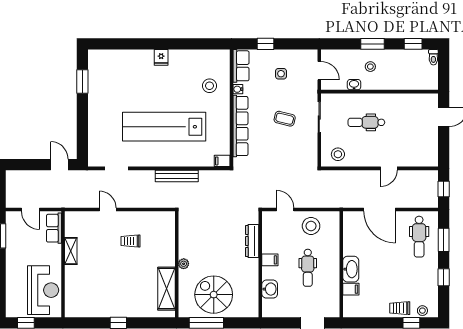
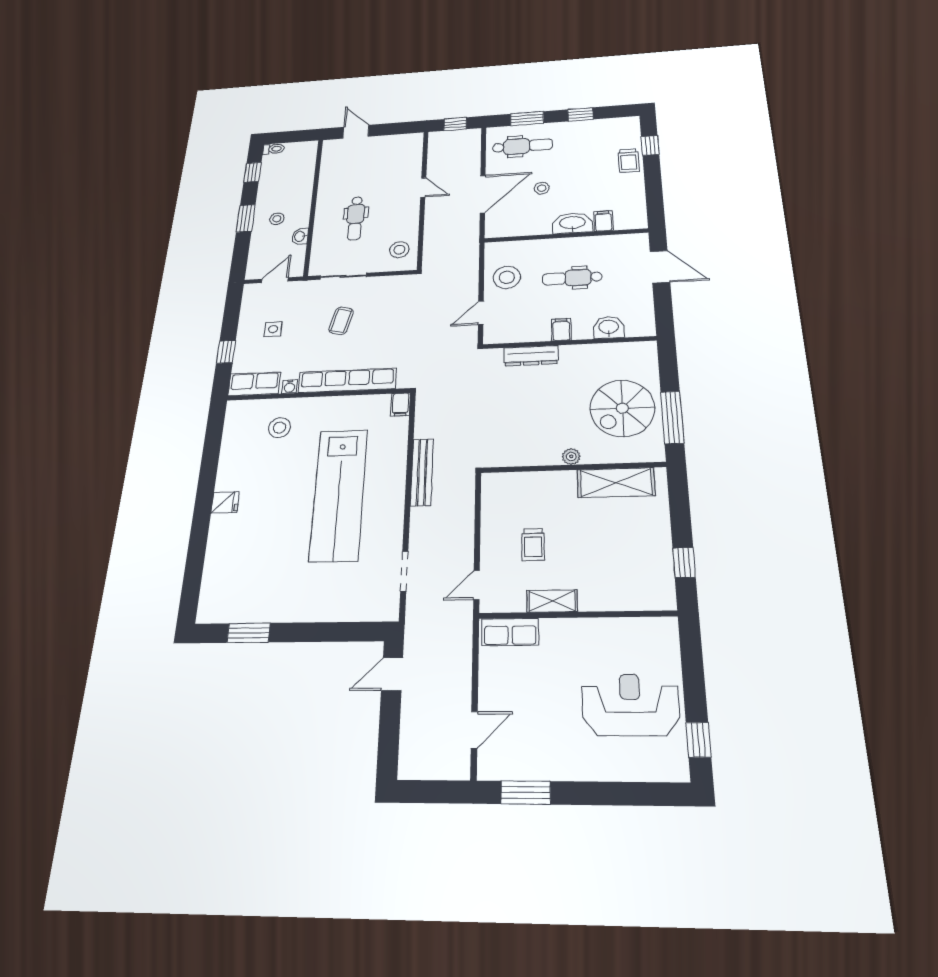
row of seats: (54, 228) -> (510, 632), moved
shelving: (71, 251) -> (552, 601), moved
wall: (63, 264) -> (577, 615), moved
dental chair: (308, 268) -> (572, 278), turned 180
stool: (422, 311) -> (542, 188), moved

